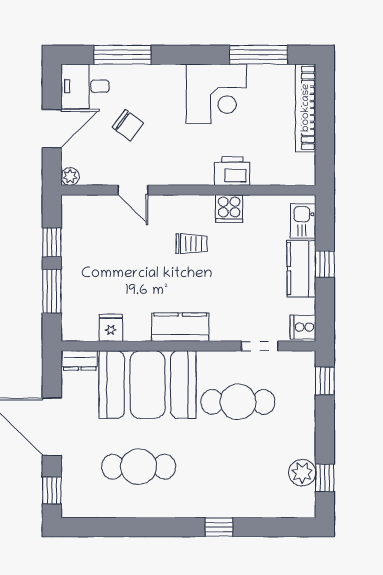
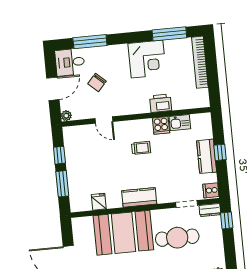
chair: (128, 125) -> (97, 82), turned 95
kitchen sink: (303, 221) -> (180, 123), moved, turned -90
dresser: (80, 360) -> (210, 210), moved

